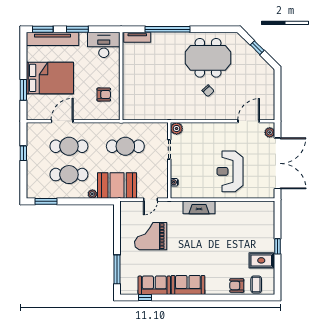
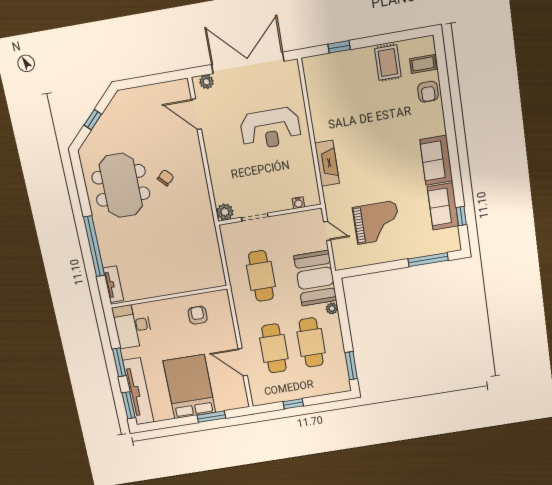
grand piano: (151, 236) -> (377, 222), turned -90
window: (277, 246) -> (339, 47), moved

